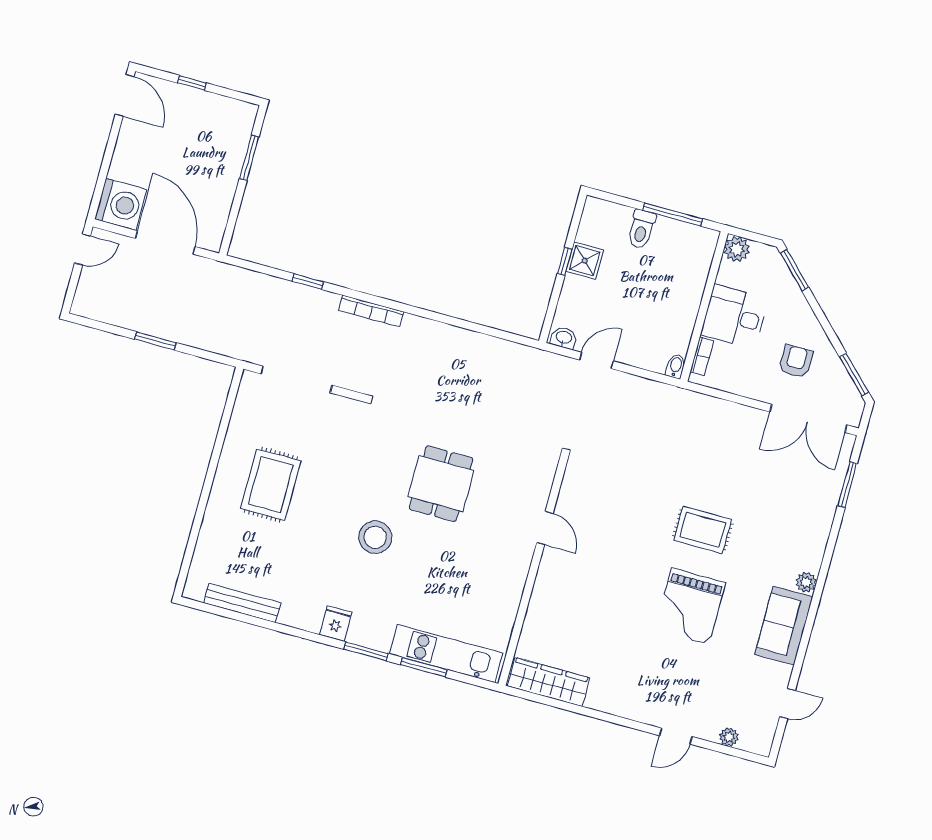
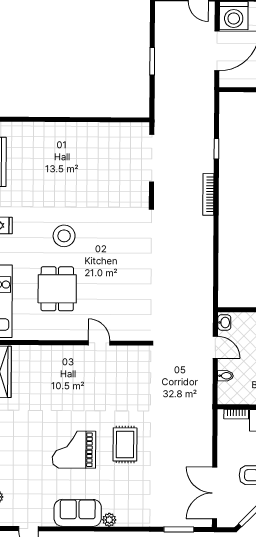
bidet: (676, 366) -> (225, 376), moved
dining table: (441, 484) -> (57, 289), moved, turned 90
rug: (271, 485) -> (80, 160), removed
door: (545, 528) -> (99, 343), swing flipped

